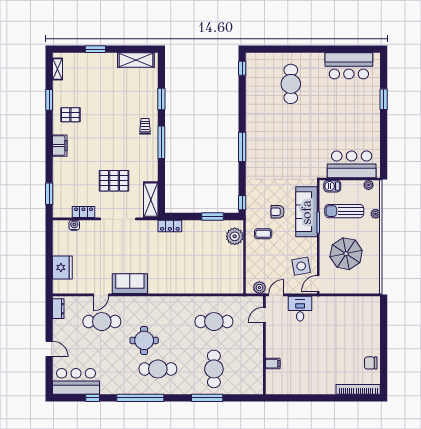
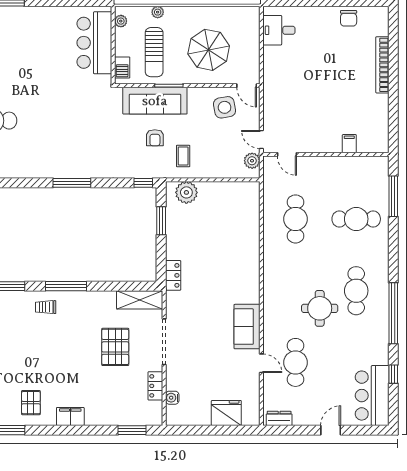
desk: (300, 309) -> (279, 30), moved
bookcase: (358, 389) -> (382, 65), moved
window: (207, 398) -> (393, 196), moved

